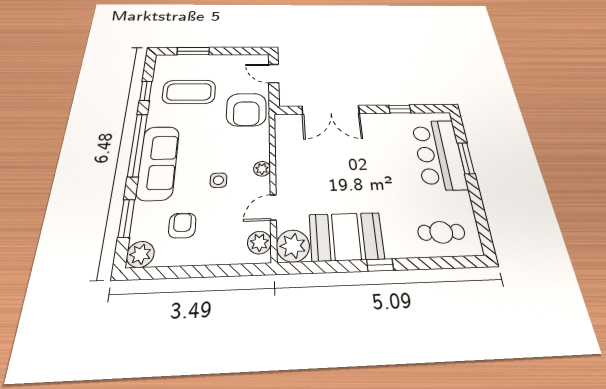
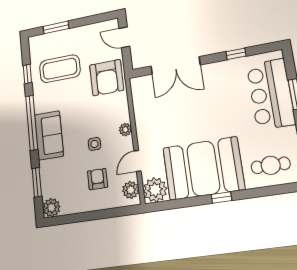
sofa: (158, 162) -> (49, 135), width x0.73
armchair: (182, 225) -> (98, 179), moved
booth: (346, 236) -> (203, 168), width x1.36, depth x1.42

